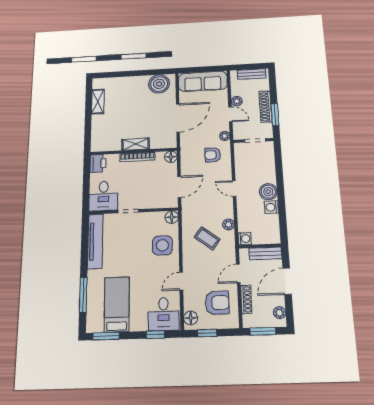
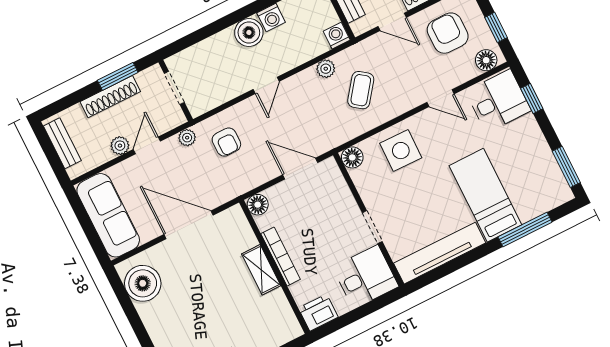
bed: (117, 304) -> (485, 195), moved, turned 90

